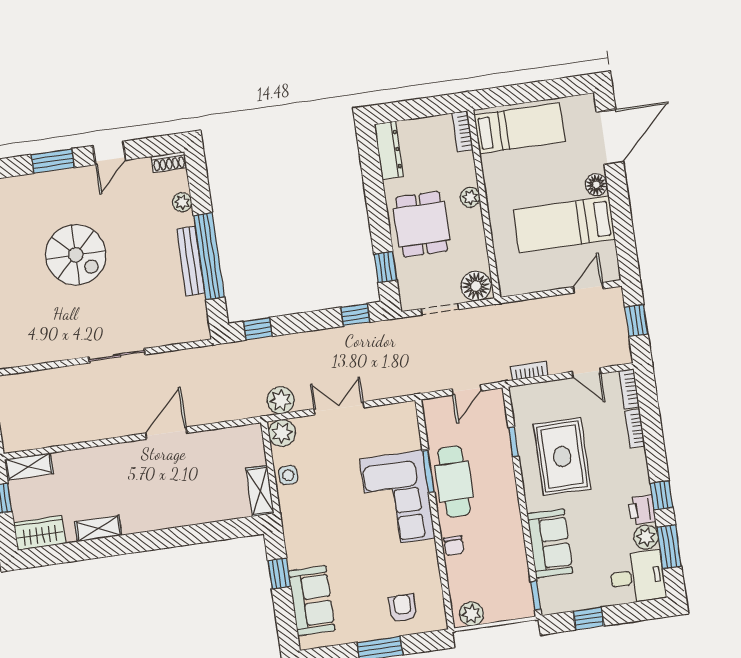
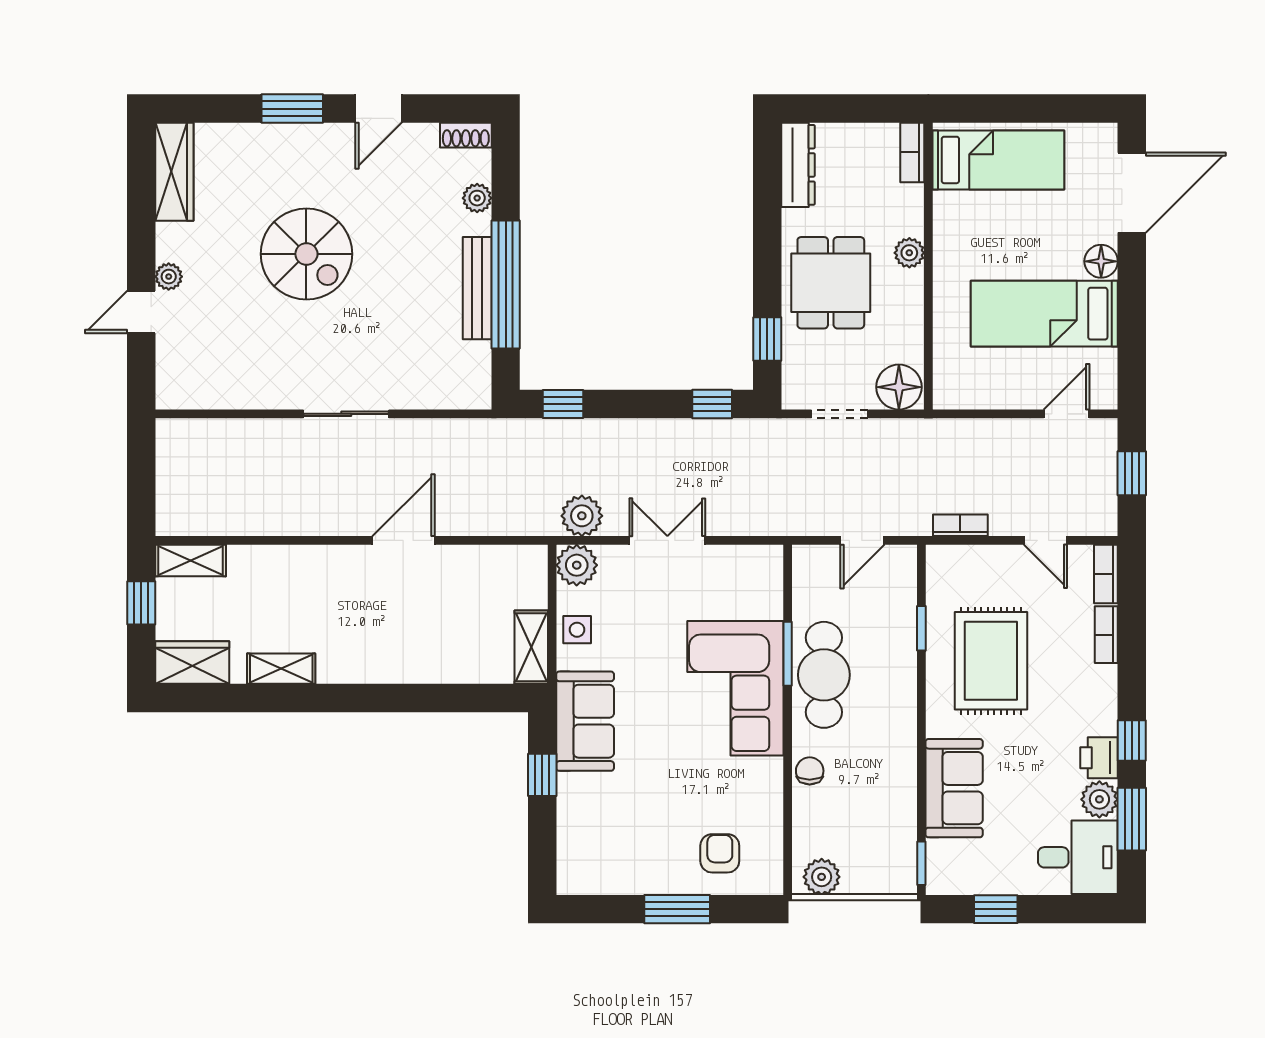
chair: (454, 546) -> (810, 771), turned 180
sofa: (312, 601) -> (585, 721), moved

